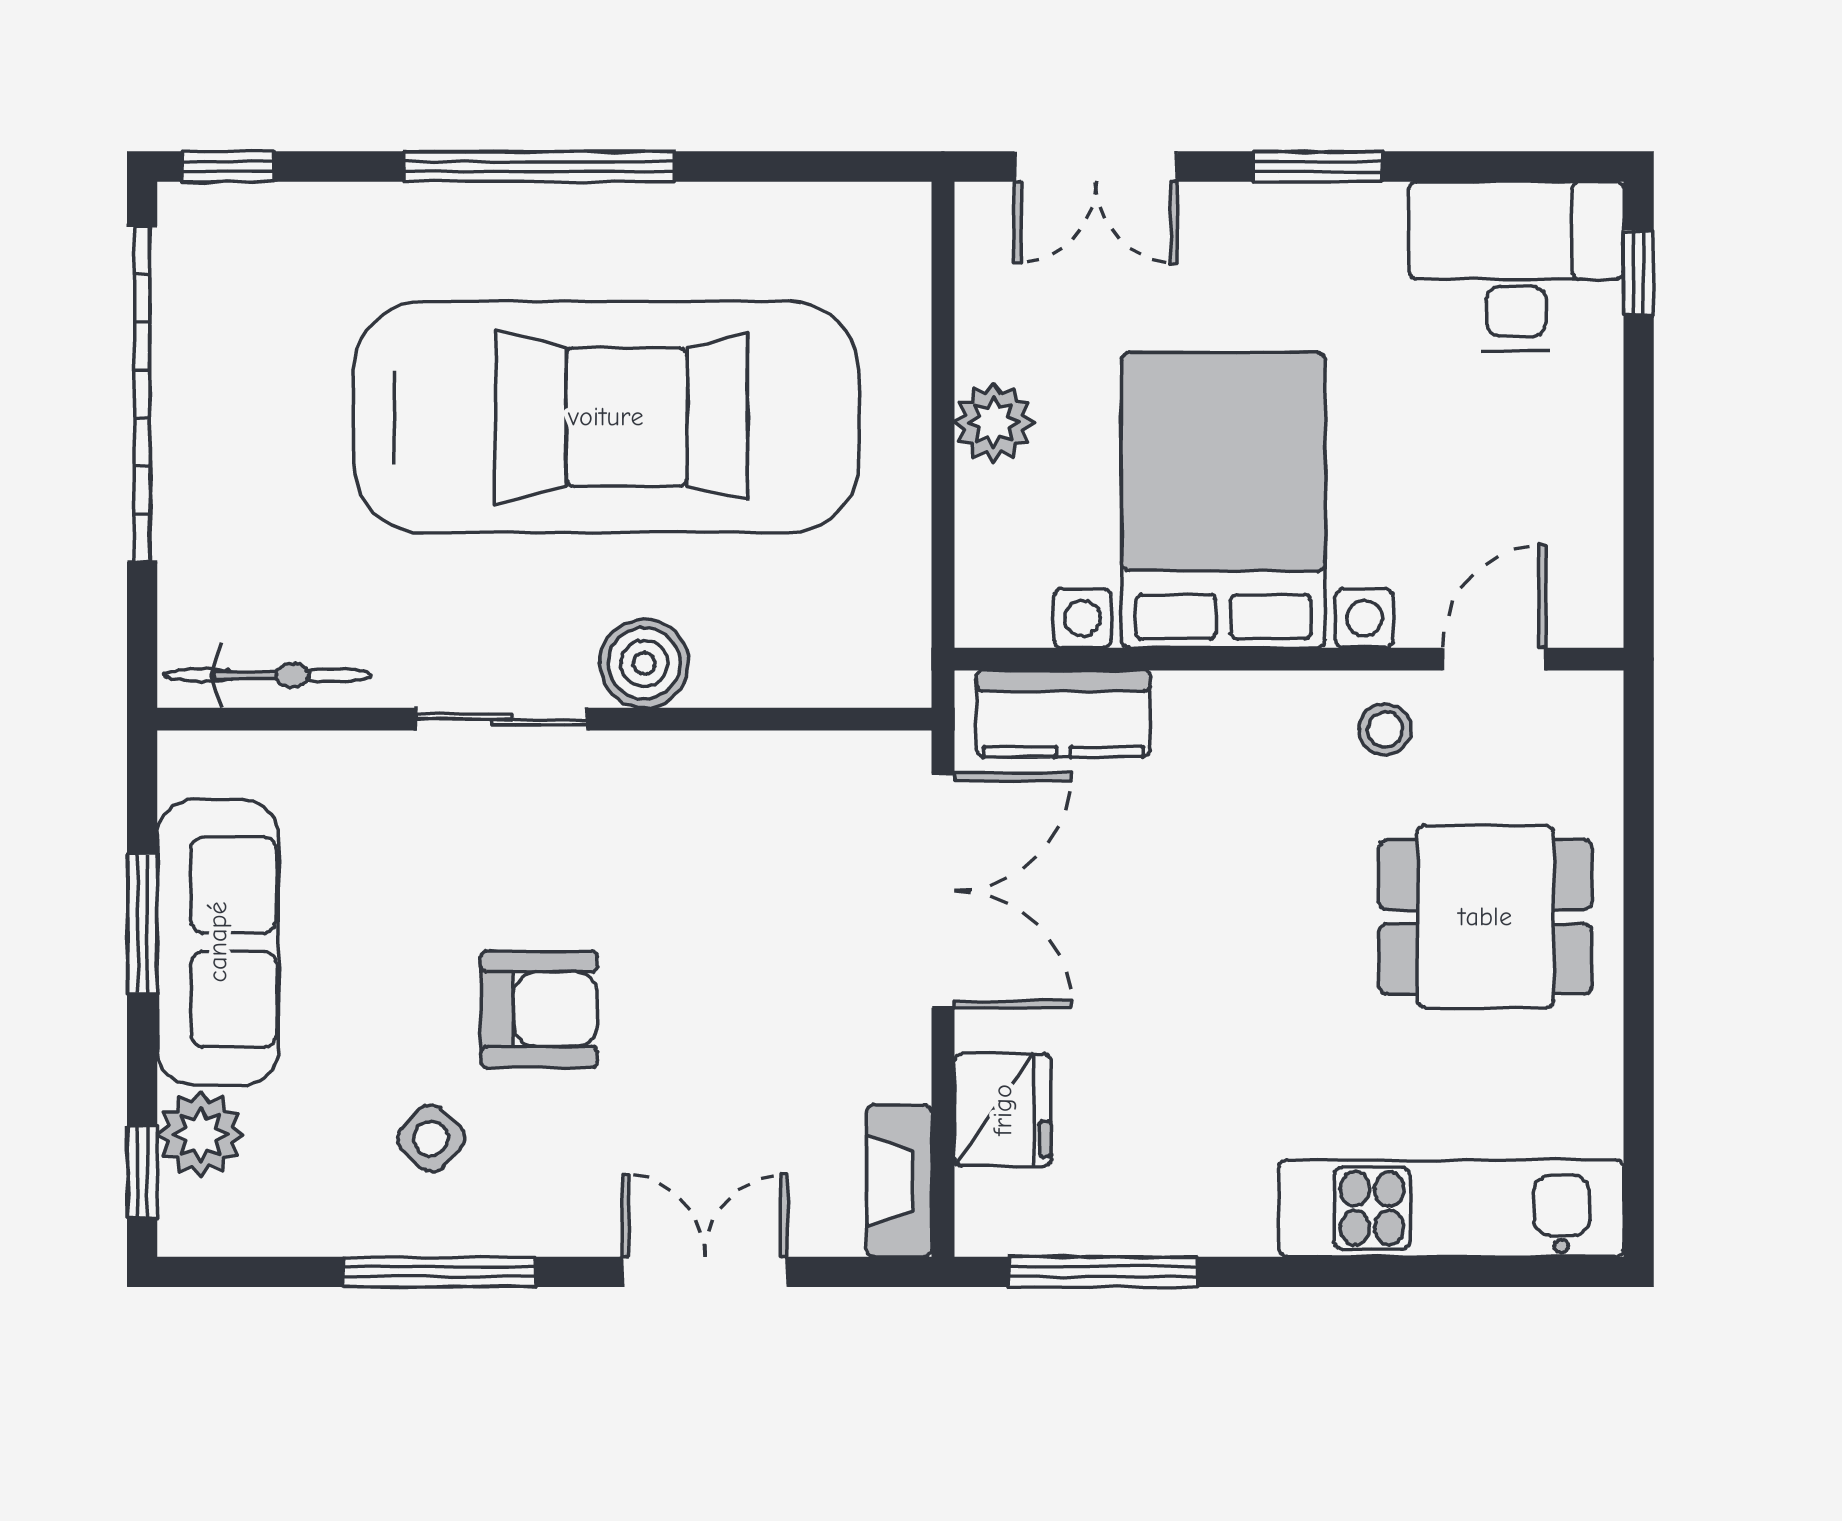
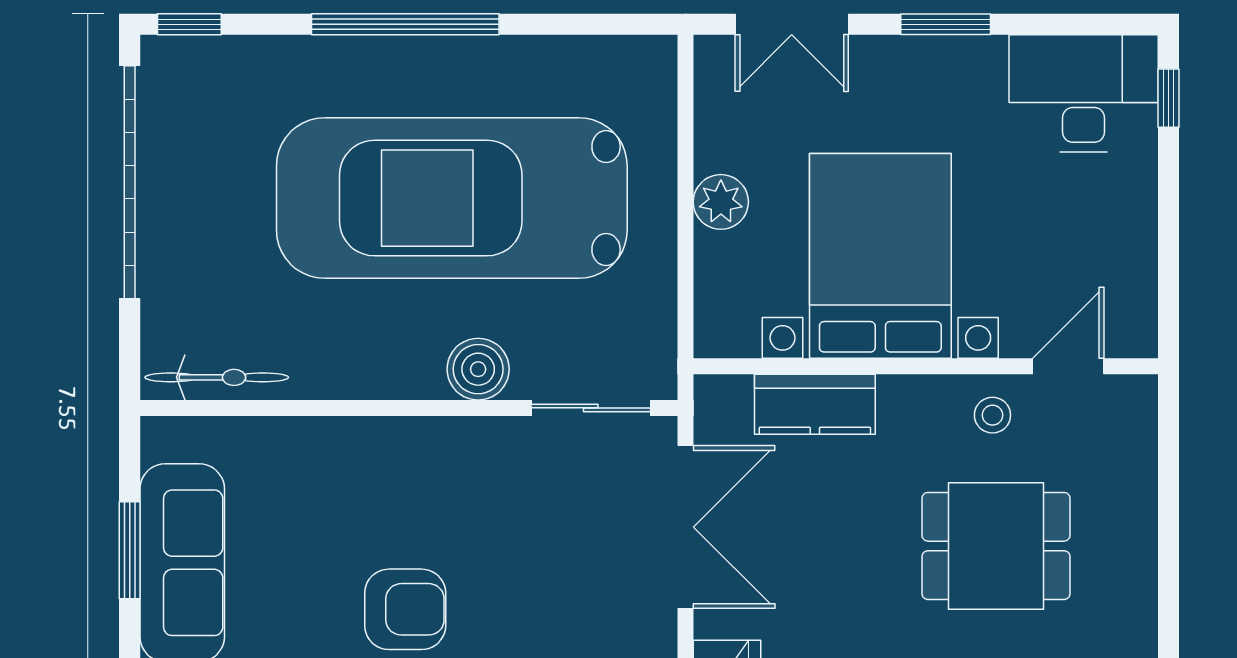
car: (606, 417) -> (452, 198), turned 180
kitchen counter: (1063, 714) -> (815, 404), moved
sliding door: (502, 719) -> (591, 408), moved
dining table: (1485, 917) -> (996, 546), moved

